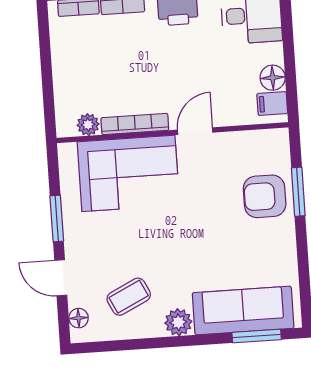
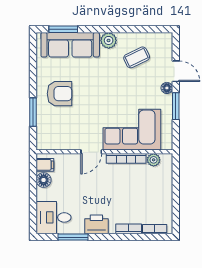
armchair: (265, 196) -> (60, 94), moved
floor lamp: (79, 318) -> (167, 88), moved

